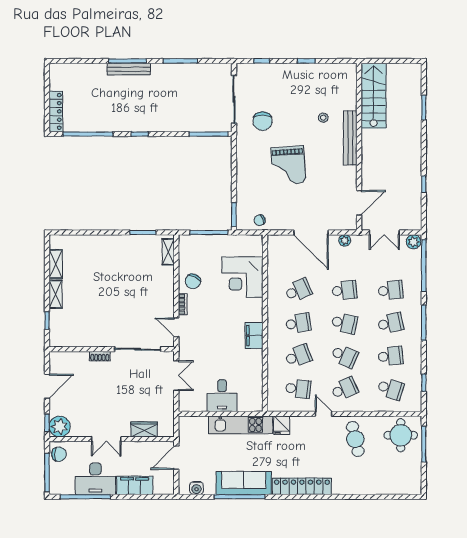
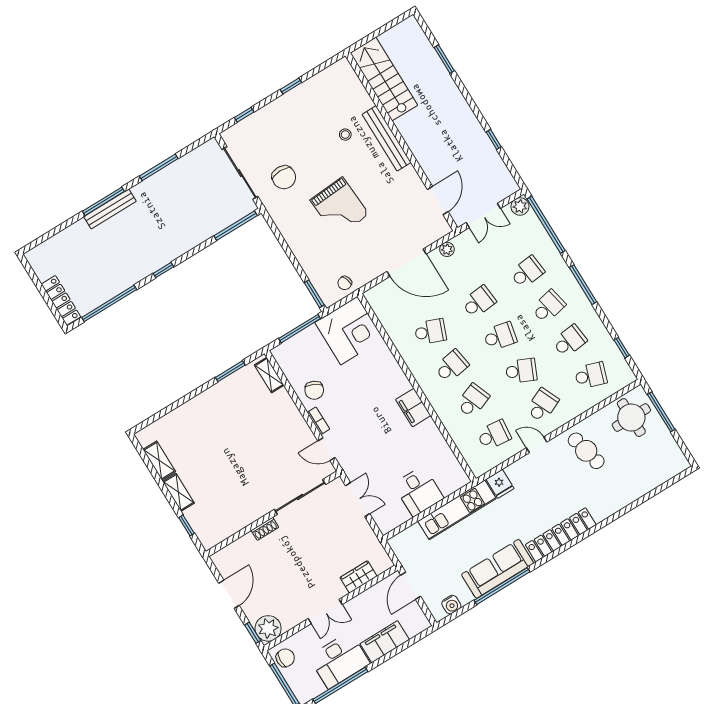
corner desk: (242, 277) -> (349, 331), moved, turned -90
school desk: (298, 290) -> (430, 332), turned 45

